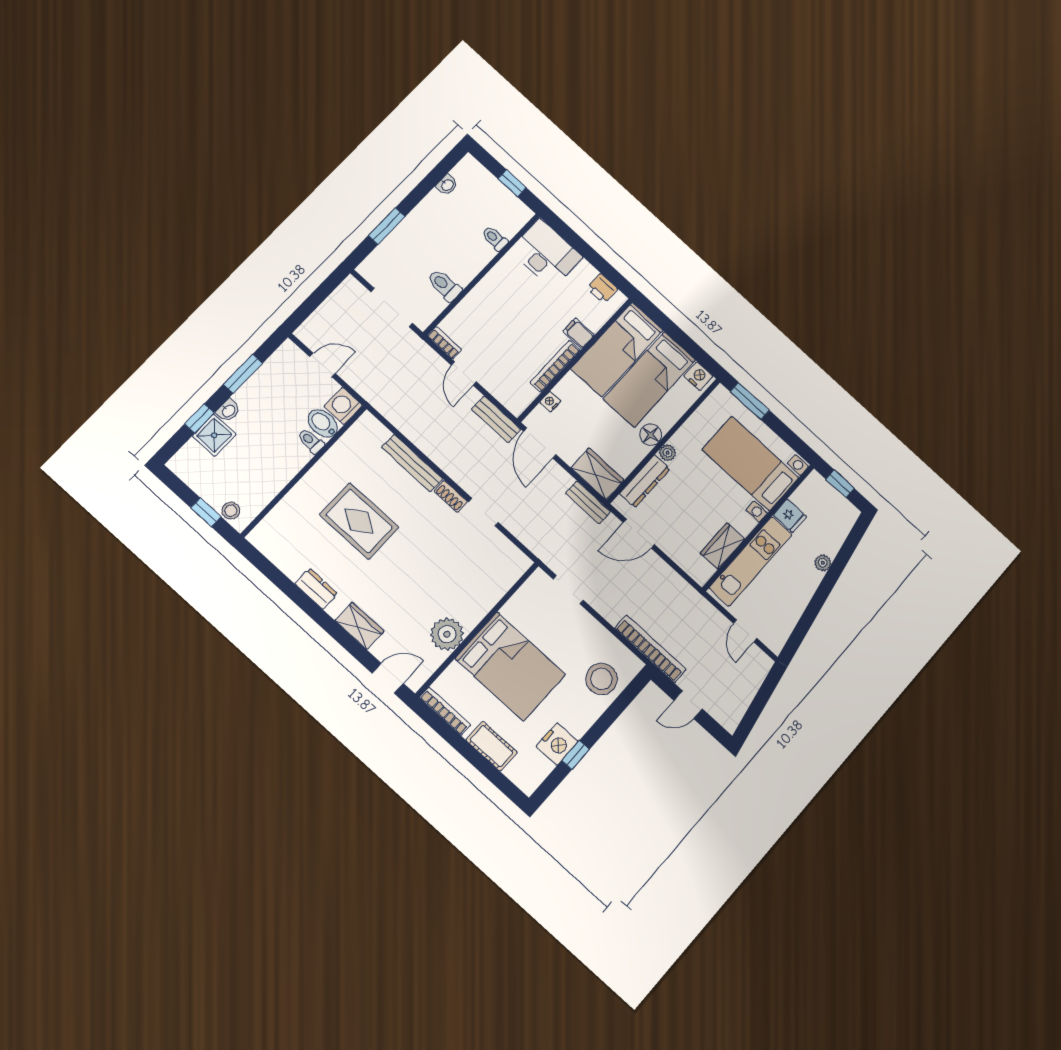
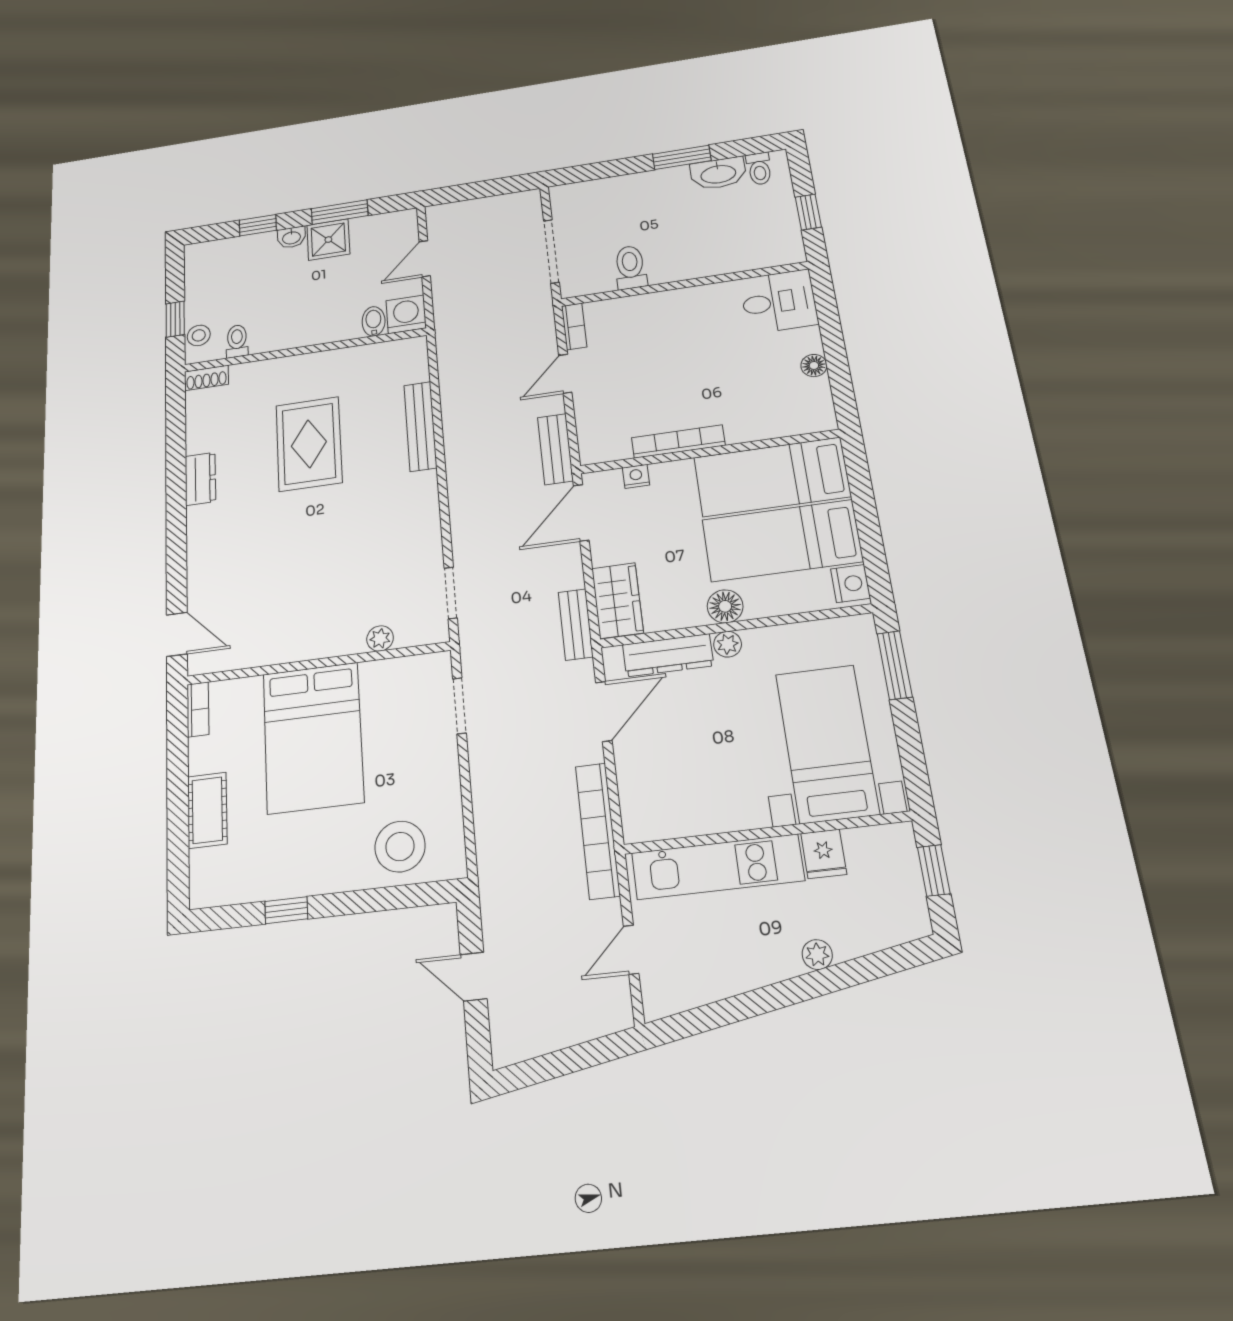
washbasin: (447, 185) -> (718, 174), width x1.91, depth x1.45
window: (387, 226) -> (682, 157), moved
toilet: (495, 238) -> (759, 169), moved, turned 180
desk: (546, 254) -> (779, 302), width x0.73
floor lamp: (588, 272) -> (814, 365), added
printer: (602, 289) -> (815, 396), removed
filing cabinet: (579, 333) -> (740, 425), removed
door: (322, 365) -> (425, 259), swing flipped
bidet: (323, 423) -> (374, 321), width x0.72, depth x0.74
shower: (214, 435) -> (328, 240), moved
toilet: (311, 441) -> (237, 341), moved
shoe rack: (451, 496) -> (206, 378), moved, turned -90
doorway: (483, 512) -> (451, 593), moved
door: (639, 534) -> (604, 711), swing flipped
wardrobe: (722, 546) -> (697, 816), removed
wardrobe: (360, 626) -> (204, 554), removed
plant: (447, 634) -> (380, 638), moved, width x0.53, depth x0.53
bookcase: (651, 649) -> (598, 831), moved, turned 180
bookcase: (445, 711) -> (198, 709), width x0.64
nightstand: (557, 744) -> (278, 877), removed

